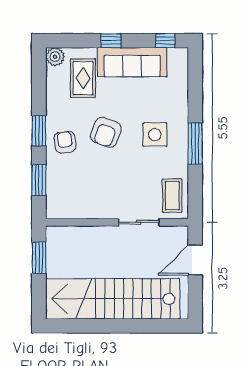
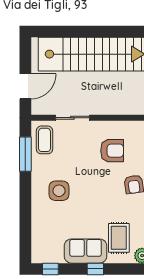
sofa: (132, 62) -> (86, 251), width x0.73
armchair: (106, 132) -> (112, 151), moved, turned 70
window: (195, 143) -> (25, 154), moved

